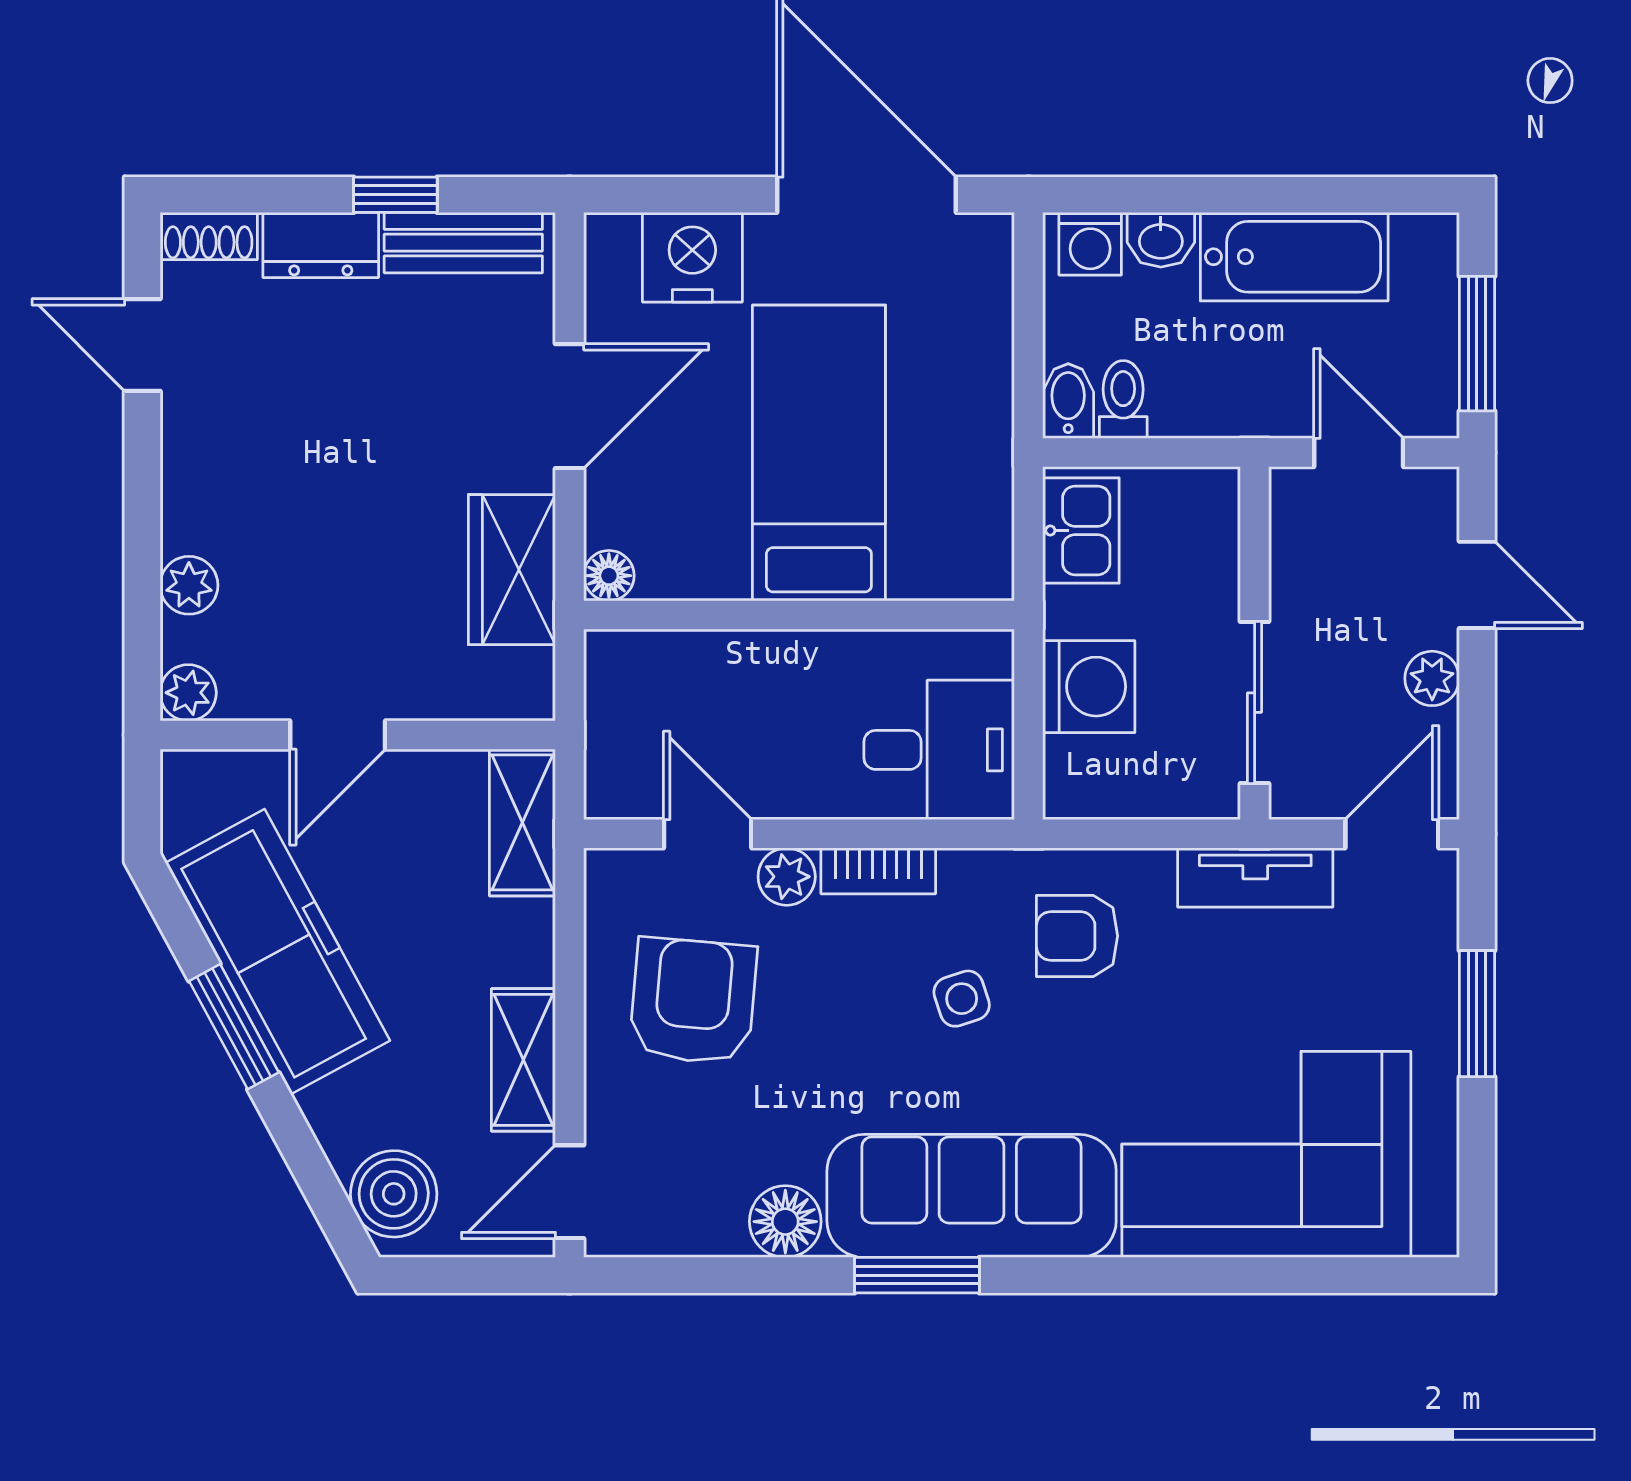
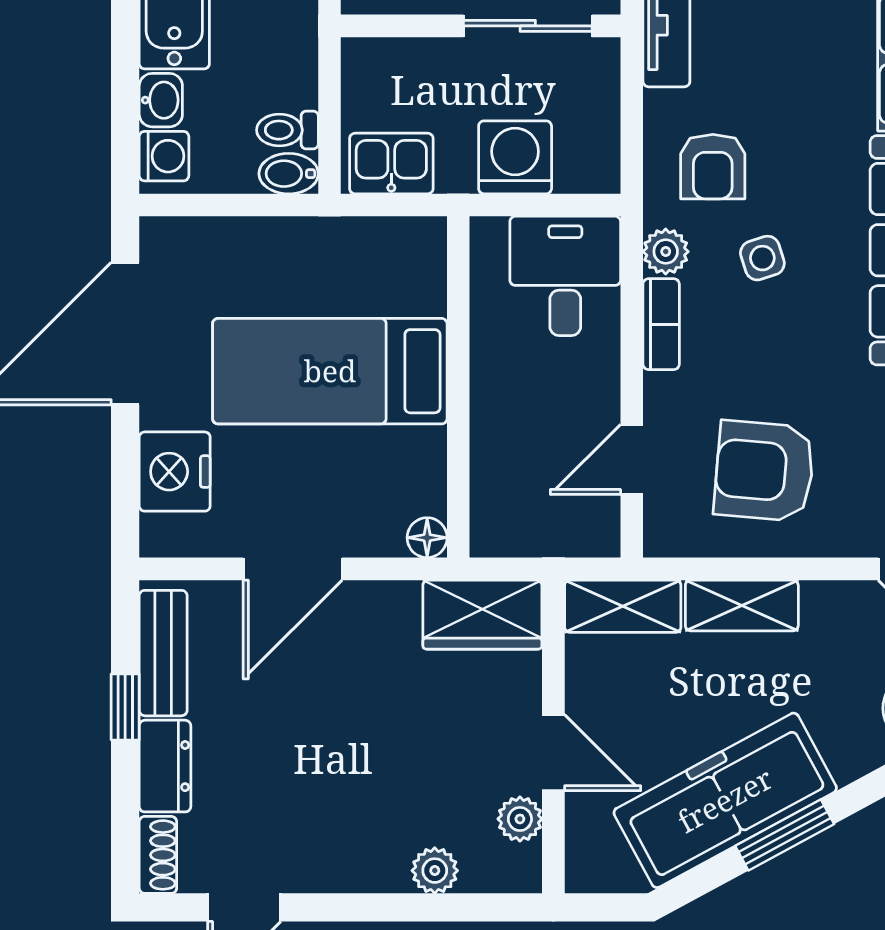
door: (570, 406) -> (293, 569), swing flipped
wardrobe: (512, 570) -> (482, 615), moved
plant: (188, 693) -> (520, 819), moved
plant: (787, 877) -> (666, 252), moved
shelving: (523, 1060) -> (742, 605), moved

